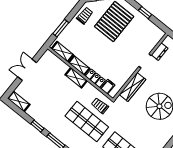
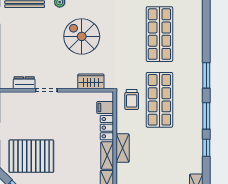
wardrobe: (132, 87) -> (91, 81), width x0.67

